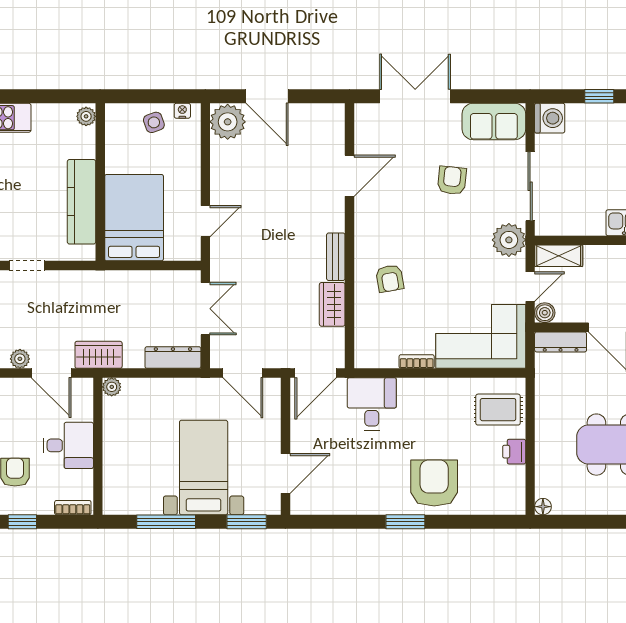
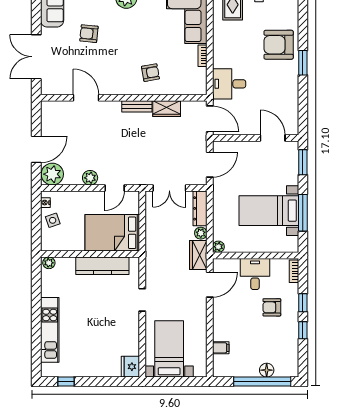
plant: (222, 182) -> (90, 178), added
door: (205, 221) -> (115, 188), swing flipped
double door: (205, 309) -> (169, 188), swing flipped
plant: (20, 359) -> (201, 233), moved
bed with nightstands: (204, 467) -> (269, 211), moved

